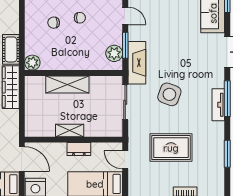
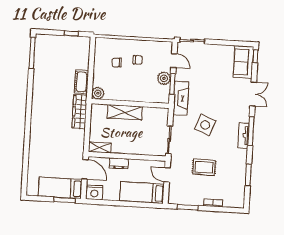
plant: (114, 53) -> (164, 78), moved
sliding door: (125, 102) -> (169, 140), moved
shelving: (70, 130) -> (100, 147), moved
rug: (171, 148) -> (204, 167), width x0.73, depth x0.70
dresser: (79, 149) -> (119, 163), moved

